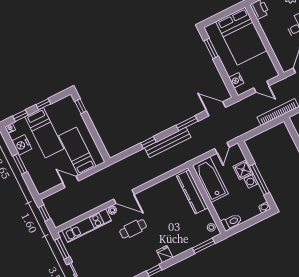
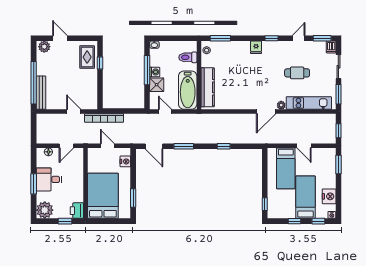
bench: (168, 142) -> (207, 138), removed
door: (222, 148) -> (165, 111), hinge flipped
window: (20, 164) -> (338, 164), moved
door: (124, 197) -> (266, 111), swing flipped
toilet: (231, 222) -> (188, 57), moved
cafe table: (133, 229) -> (297, 73), moved

